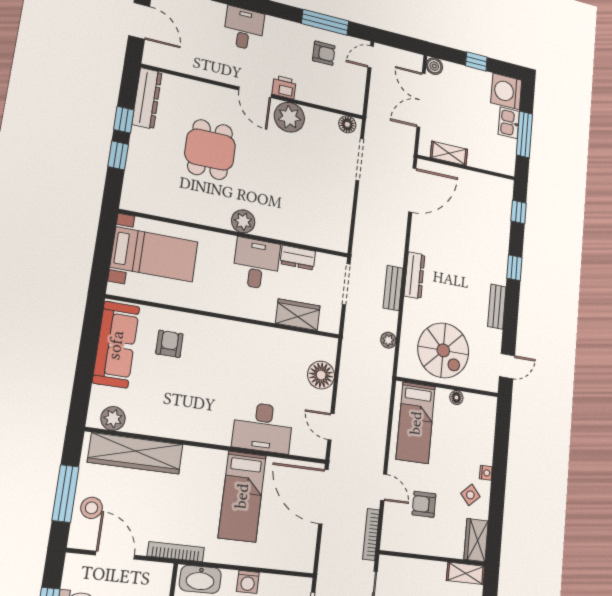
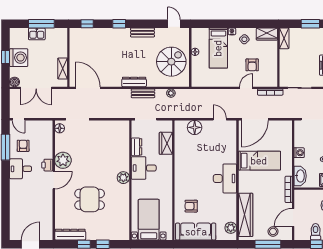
desk: (244, 28) -> (21, 169), moved
washing machine: (506, 91) -> (19, 58), moved, turned -90
bed: (416, 423) -> (218, 48), moved, turned 90
desk: (263, 427) -> (225, 178), moved
door: (331, 427) -> (220, 119), swing flipped

